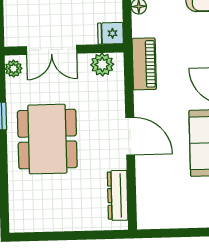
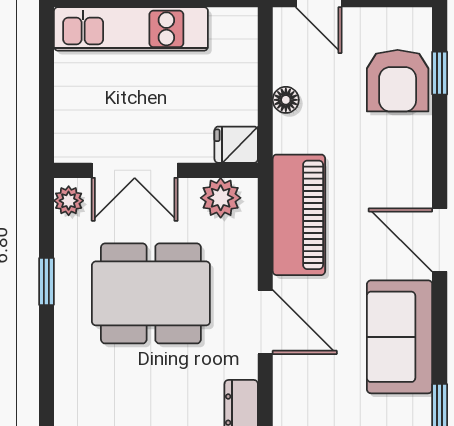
piano: (144, 64) -> (299, 215), width x1.37, depth x1.33
dining table: (47, 139) -> (151, 293), moved, turned 90

